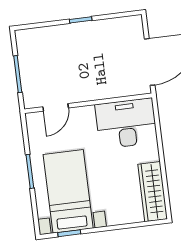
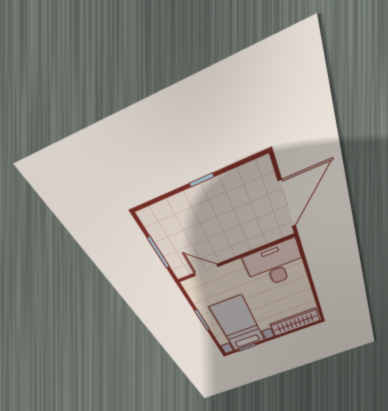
door: (56, 107) -> (206, 270), swing flipped
wardrobe: (153, 192) -> (295, 322), moved, turned 90

